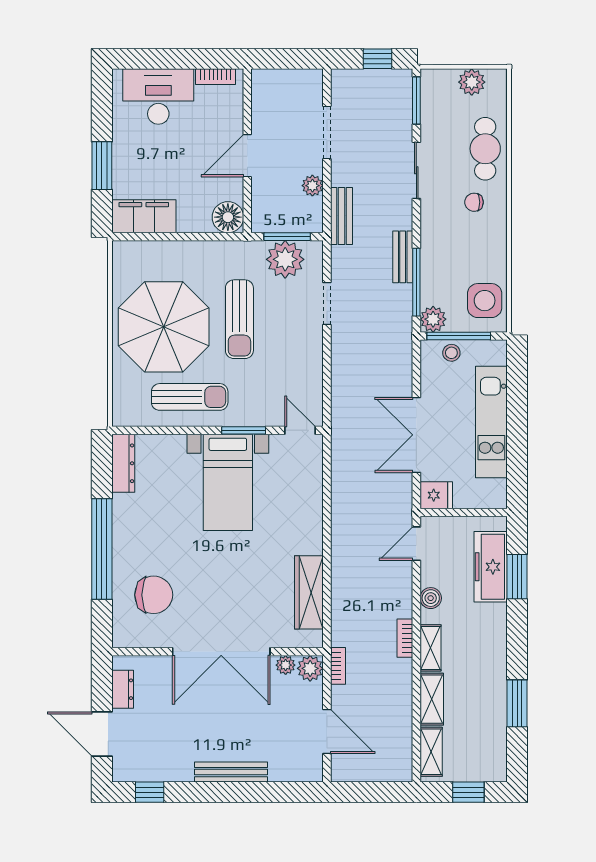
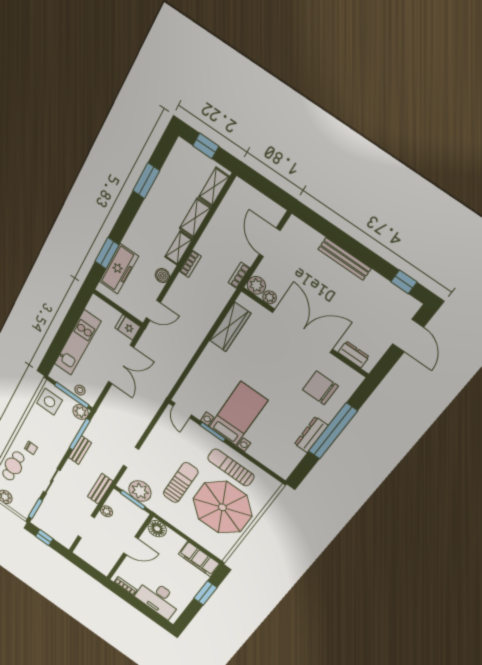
dresser: (123, 463) -> (311, 435), moved
dresser: (123, 689) -> (354, 354), moved, turned 90

